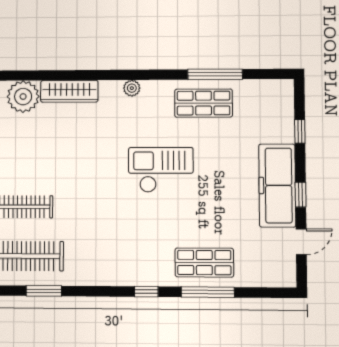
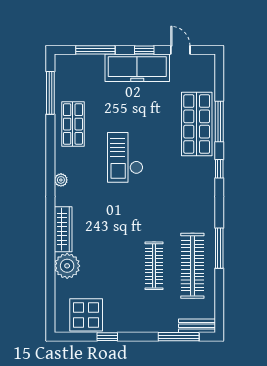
window: (215, 74) -> (50, 93), moved
window: (300, 131) -> (95, 50), width x2.17
shop shelf: (204, 263) -> (197, 124), width x1.43, depth x1.36
window: (44, 291) -> (219, 248), width x1.44

